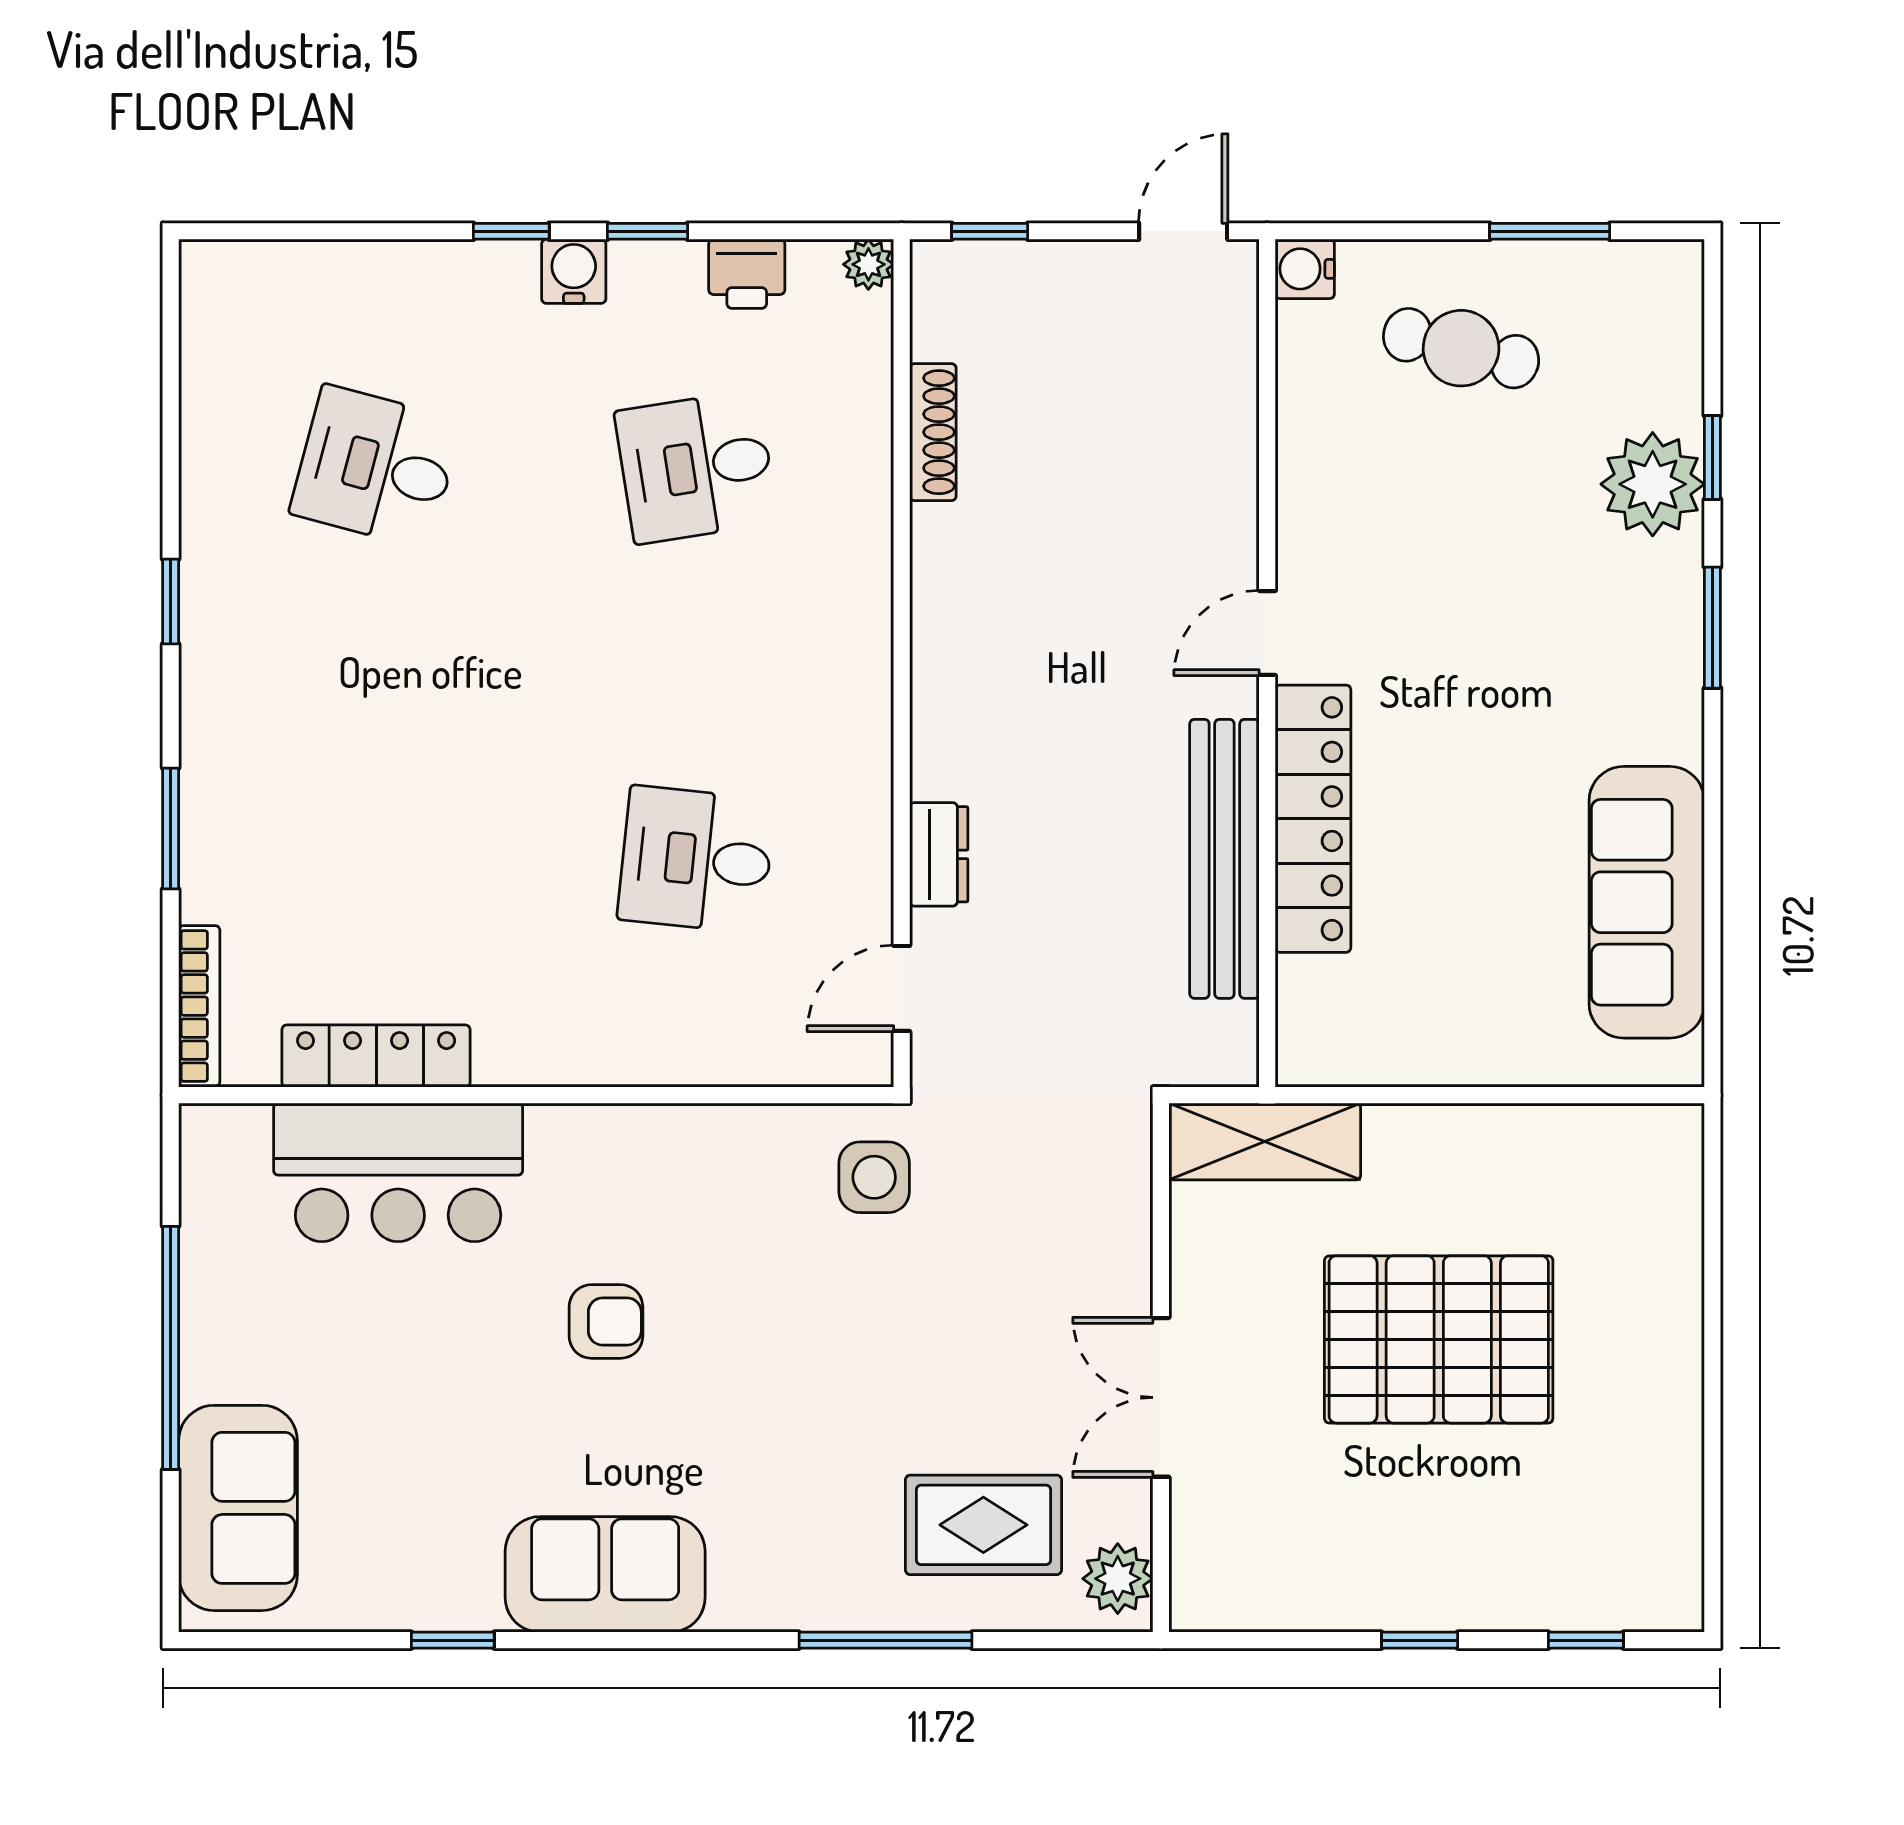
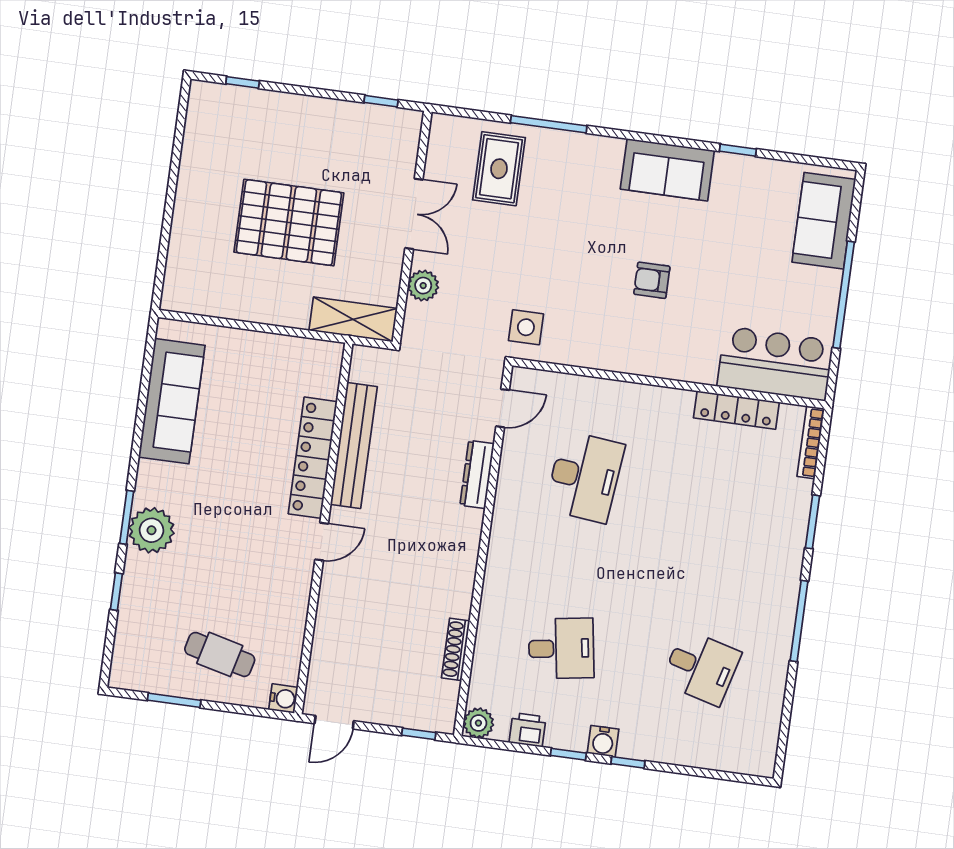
plant: (868, 264) -> (478, 723), width x1.38, depth x1.38
plant: (1653, 484) -> (152, 530), moved
window: (171, 602) -> (799, 621), width x2.17
dresser: (939, 854) -> (477, 474), width x1.44
desk: (696, 859) -> (585, 477), width x1.37
bar counter: (398, 1172) -> (775, 364), moved
rug: (983, 1525) -> (499, 169), turned 90
plant: (1118, 1579) -> (423, 286), moved
window: (1420, 1640) -> (381, 101), moved

